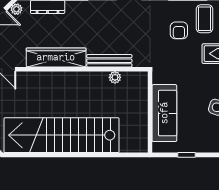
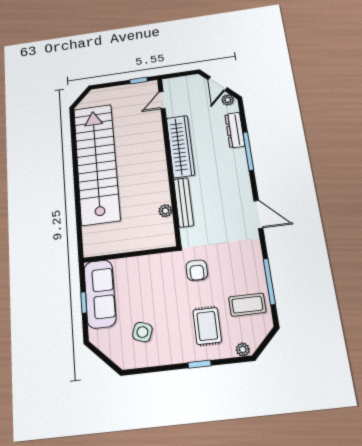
armchair: (179, 30) -> (197, 270), moved, turned -90
sofa: (164, 113) -> (100, 294), moved, turned -90

